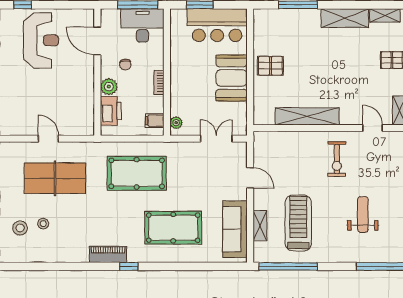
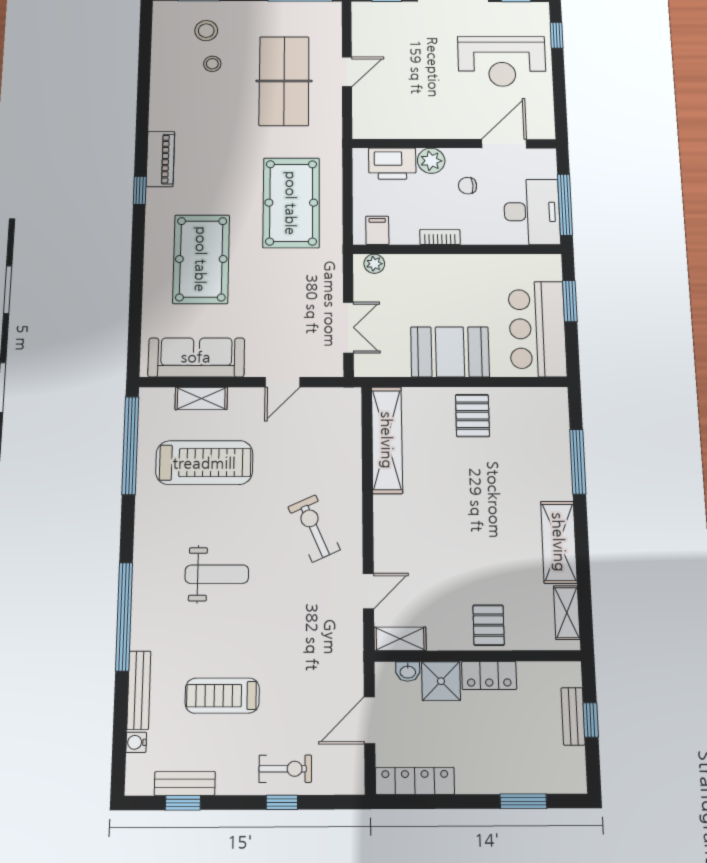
shelving: (307, 116) -> (387, 440), moved
exercise bike: (337, 159) -> (314, 528), turned 66

